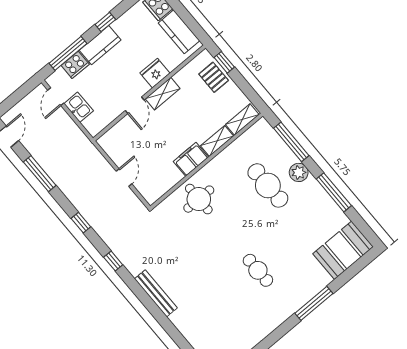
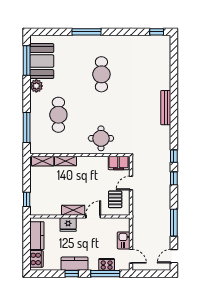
kitchen counter: (100, 45) -> (75, 264), moved
pallet: (214, 77) -> (115, 199), moved
door: (56, 97) -> (131, 256), hinge flipped
filing cabinet: (191, 159) -> (119, 163), moved
plant: (299, 172) -> (36, 86), moved
window: (334, 192) -> (27, 60), moved
booth: (343, 250) -> (42, 61), moved, turned 90
window: (113, 261) -> (174, 156), moved
cafe table: (258, 270) -> (101, 74), width x1.37, depth x1.35

